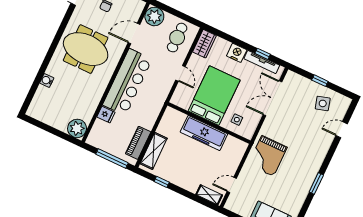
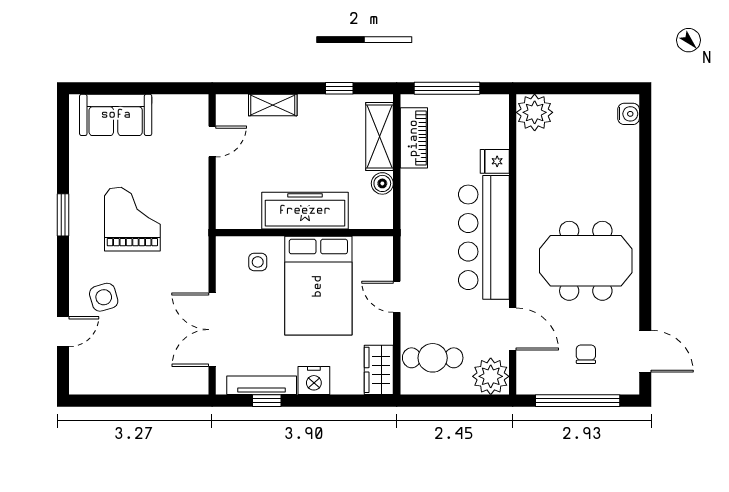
door: (134, 33) -> (513, 329), hinge flipped
cafe table: (177, 38) -> (433, 358), turned 90
water cooler: (47, 80) -> (629, 114), moved
window: (320, 81) -> (142, 401), removed
double door: (272, 98) -> (212, 330), swing flipped
side table: (323, 103) -> (104, 297), moved
boiler: (162, 129) -> (382, 183), added
grand piano: (268, 156) -> (132, 219), moved
shelving: (209, 195) -> (273, 105), moved

